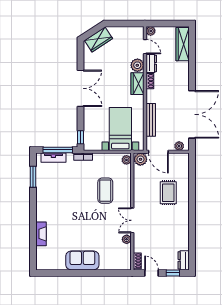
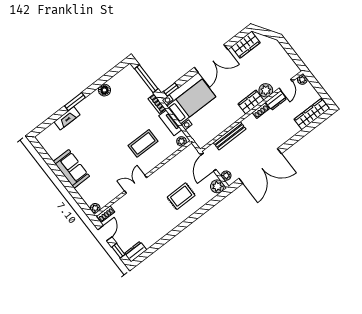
wardrobe: (99, 39) -> (246, 45), moved, turned -57
bed with nightstands: (120, 129) -> (191, 101), moved
tv unit: (53, 158) -> (170, 123), moved
plant: (140, 159) -> (217, 186), moved
window: (33, 177) -> (75, 102), moved
floor lamp: (42, 189) -> (104, 90), added
plant: (127, 239) -> (95, 208), moved

